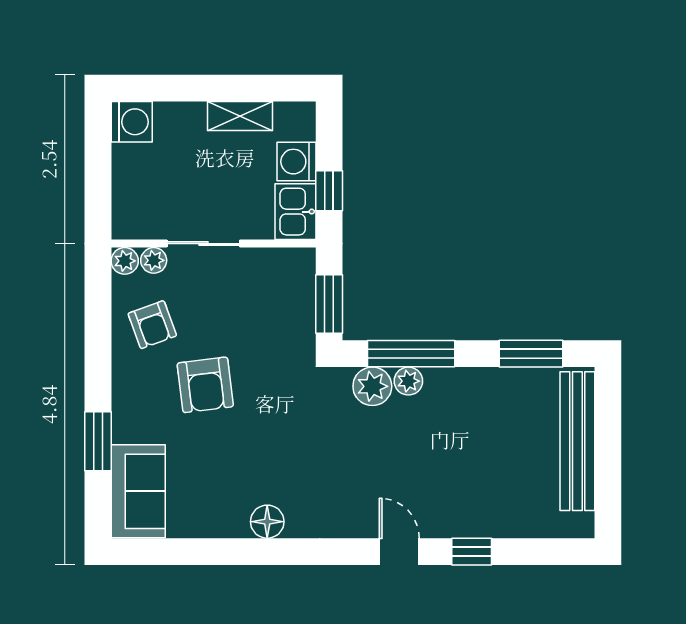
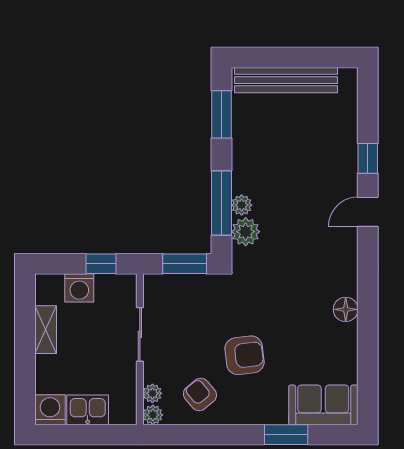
kitchen sink: (296, 212) -> (88, 410), moved, turned 180
sliding door: (203, 244) -> (140, 334), moved
armchair: (152, 325) -> (200, 394), turned -110

